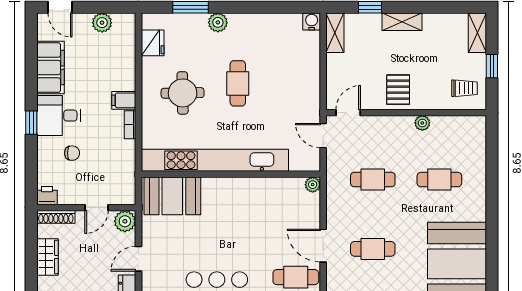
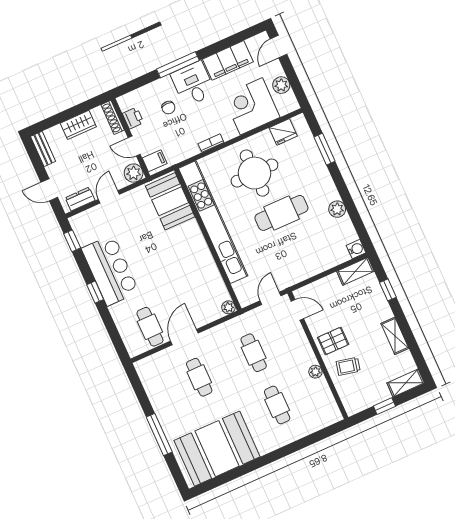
plant: (218, 22) -> (337, 209), moved
shelving: (402, 22) -> (395, 336), moved
corner desk: (110, 64) -> (251, 106), added
cafe table: (238, 83) -> (281, 213), width x1.37, depth x1.35
trolley: (464, 88) -> (348, 366), moved, turned 103
round table: (183, 93) -> (254, 173), width x1.36, depth x1.36
filing cabinet: (124, 100) -> (155, 161), moved, turned 90
window: (31, 123) -> (178, 65), width x2.17
printer: (47, 196) -> (133, 118), moved
door: (138, 259) -> (109, 197), hinge flipped

